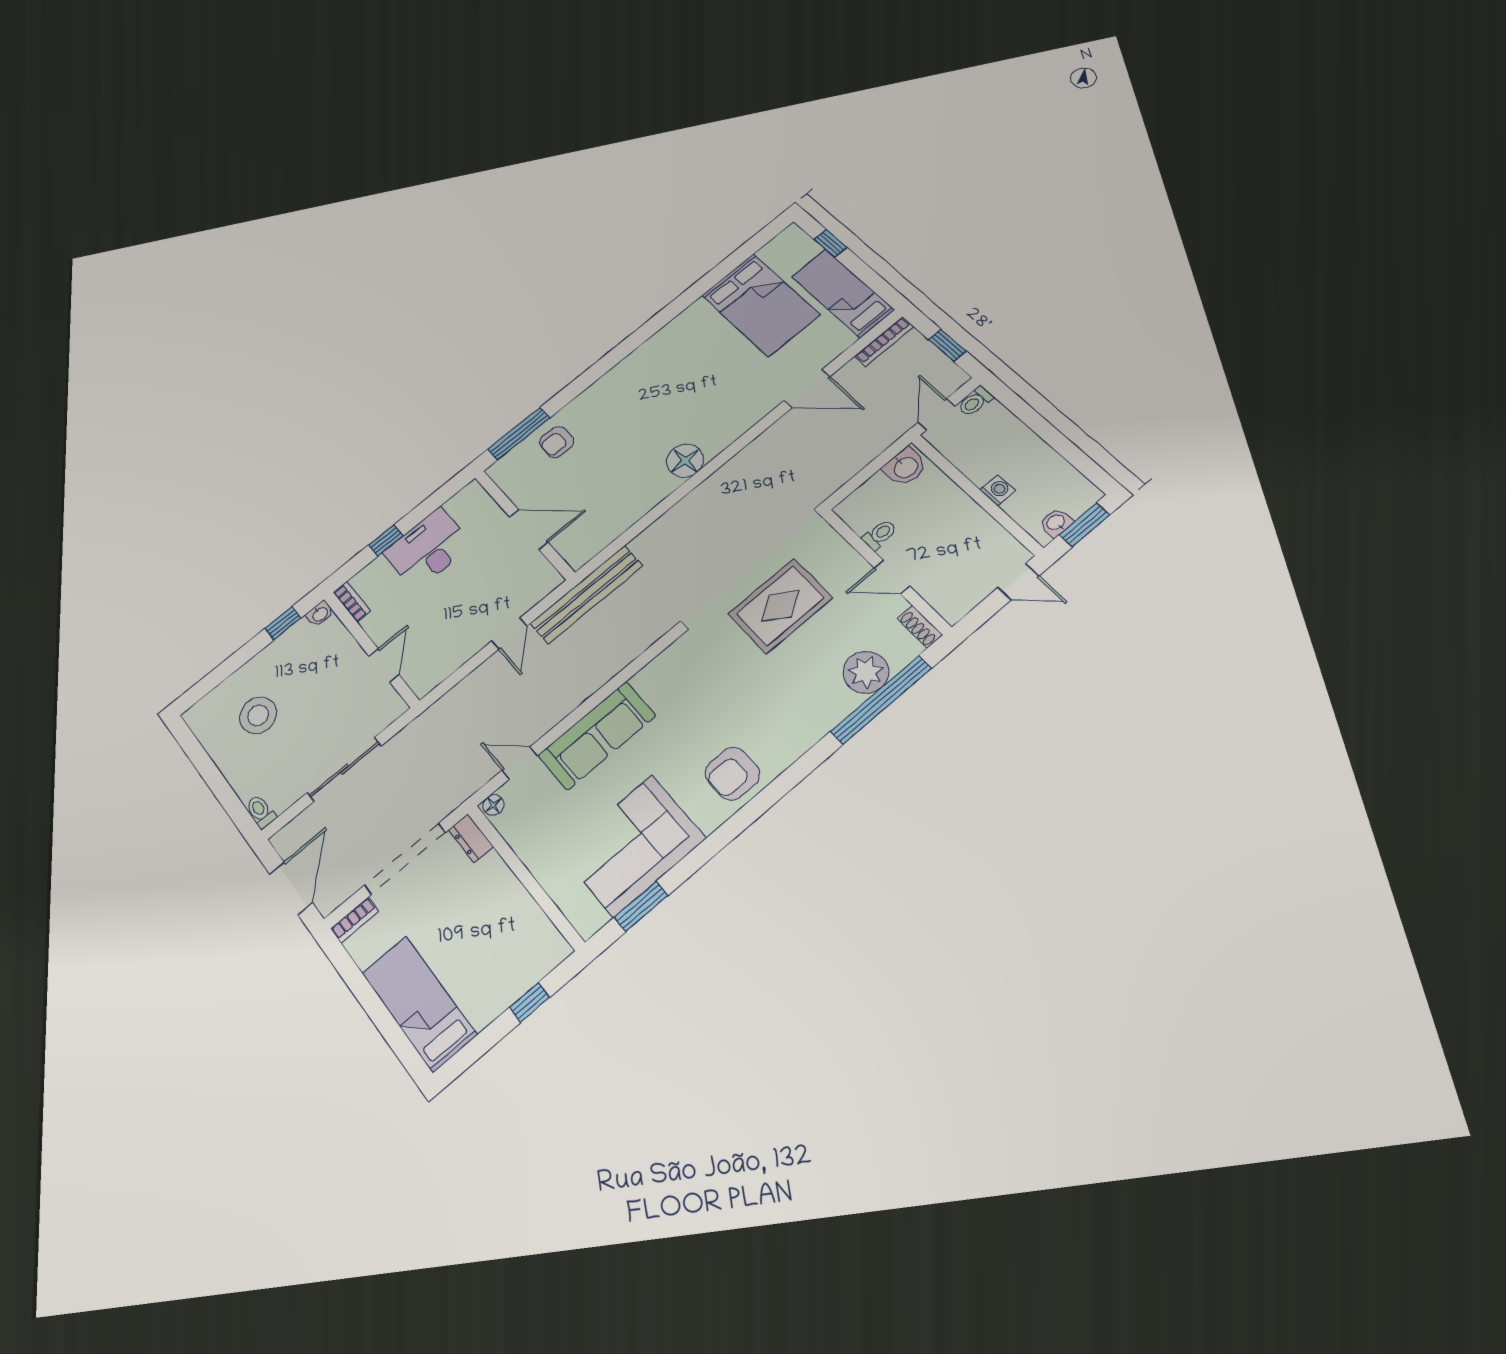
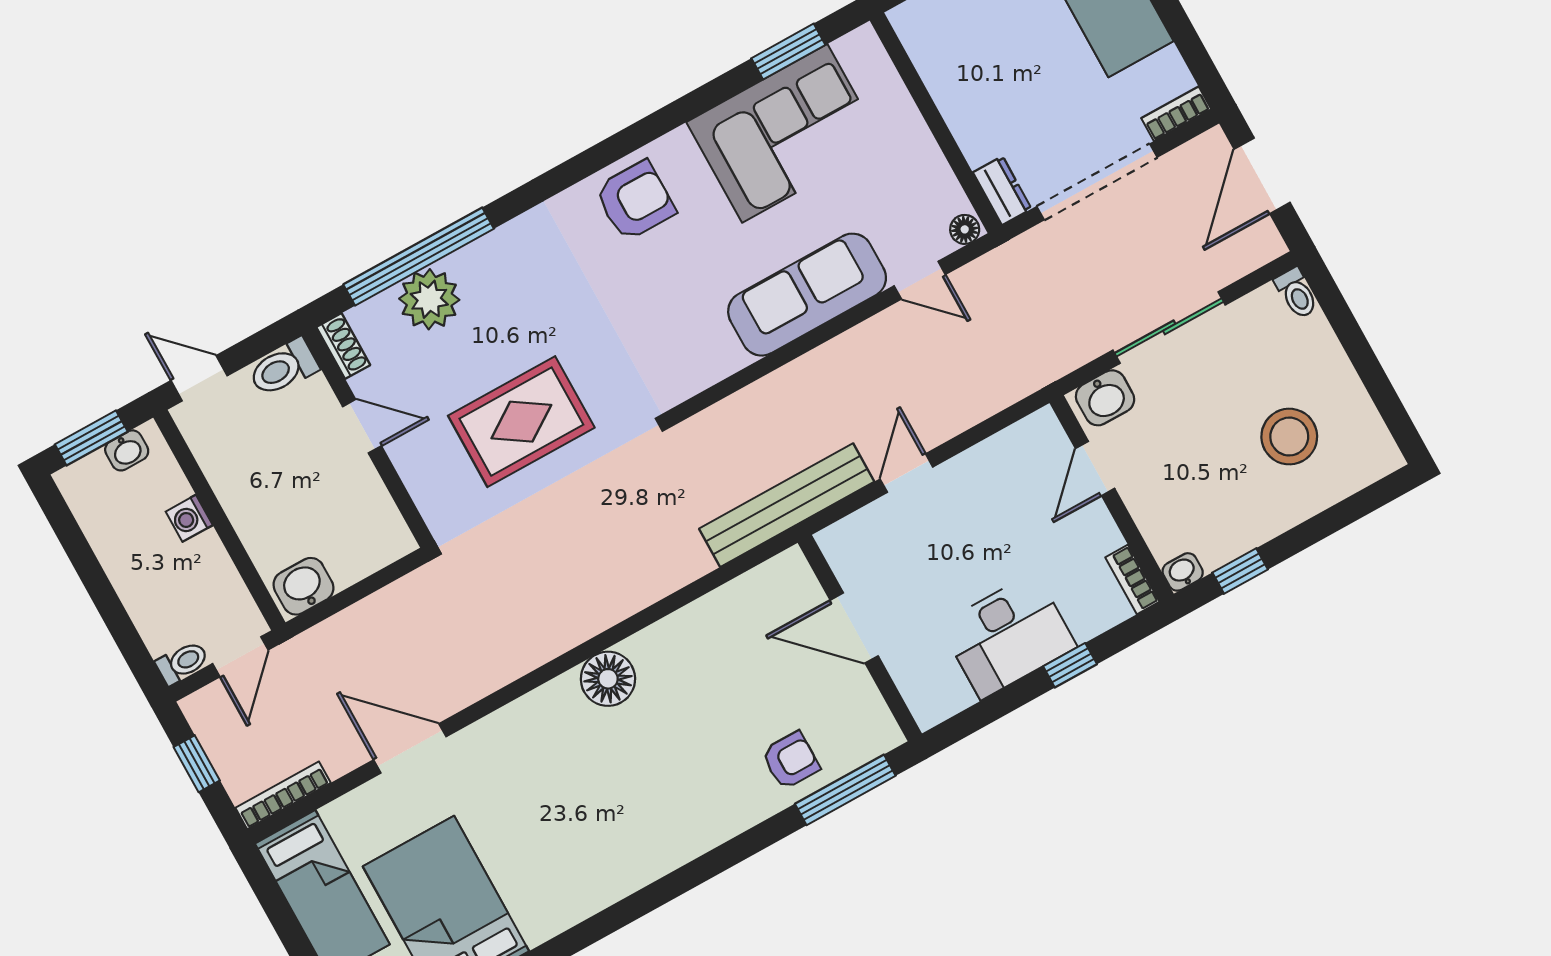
toilet: (880, 535) -> (283, 368), moved, width x1.37, depth x1.39
washbasin: (383, 713) -> (1105, 398), added

